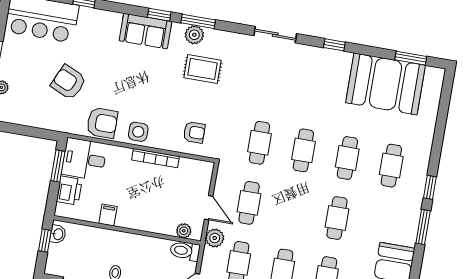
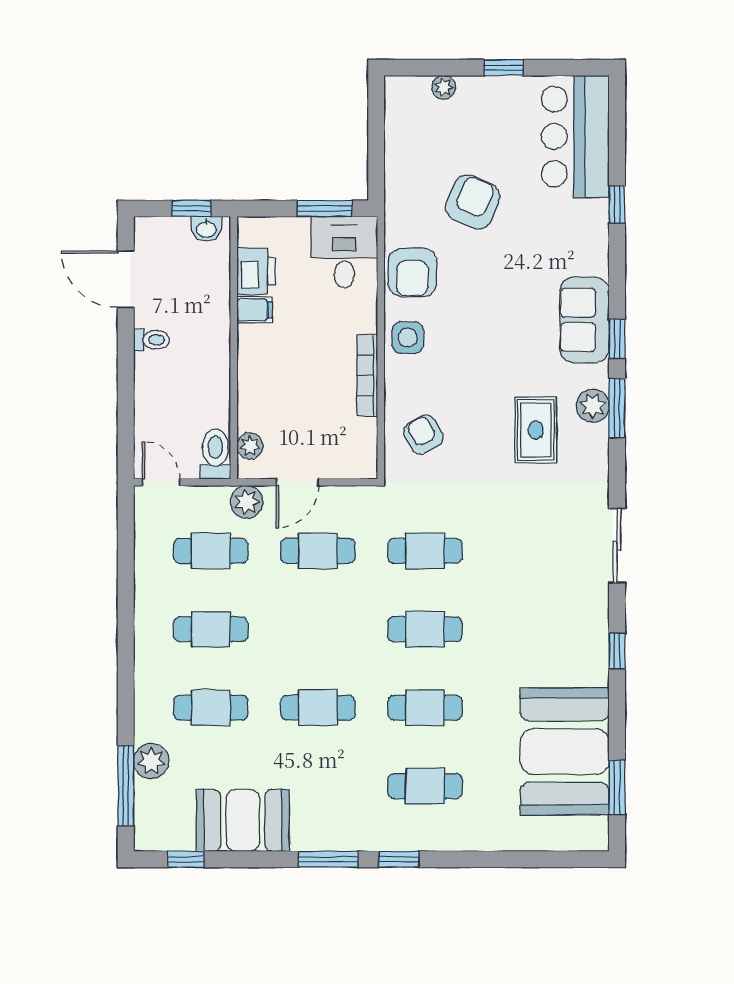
armchair: (194, 132) -> (423, 435), turned 151
printer: (69, 190) -> (256, 271), moved, turned -90

